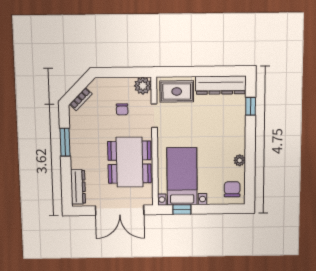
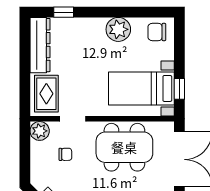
plant: (240, 160) -> (118, 29), width x1.88, depth x1.88

